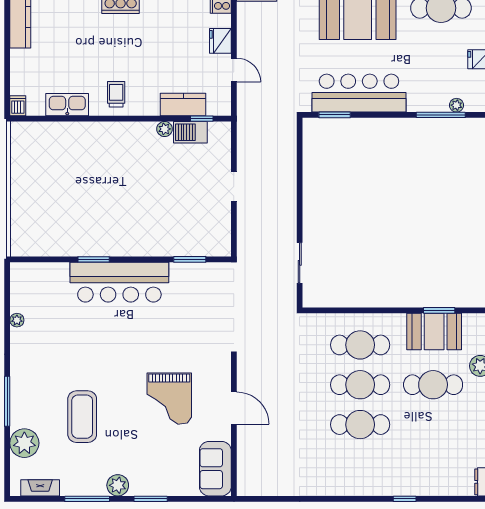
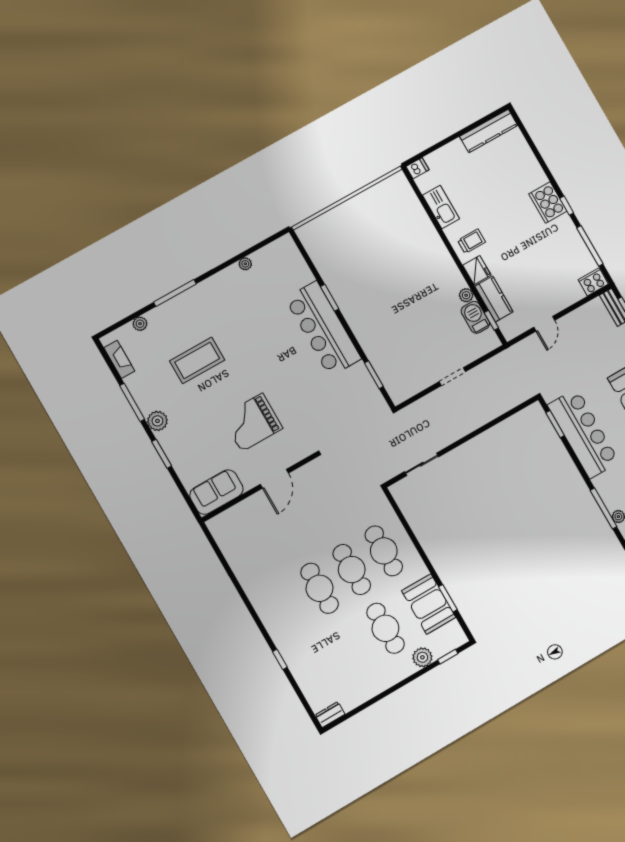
fridge: (220, 41) -> (477, 270), moved, turned 90
plant: (24, 443) -> (140, 324), width x0.53, depth x0.53

